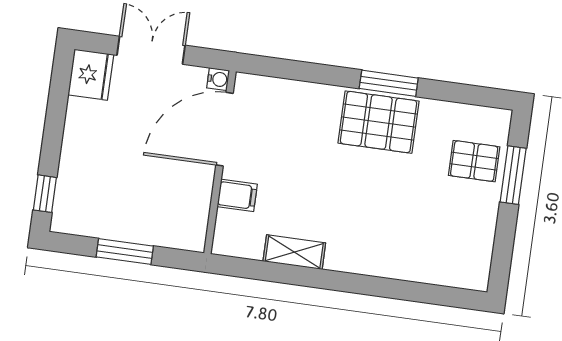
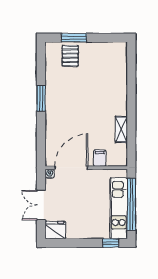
pallet: (379, 122) -> (59, 100), removed
door: (225, 129) -> (71, 168), swing flipped
kitchen unit: (119, 222) -> (119, 208), added
window: (125, 252) -> (131, 204), width x2.11

